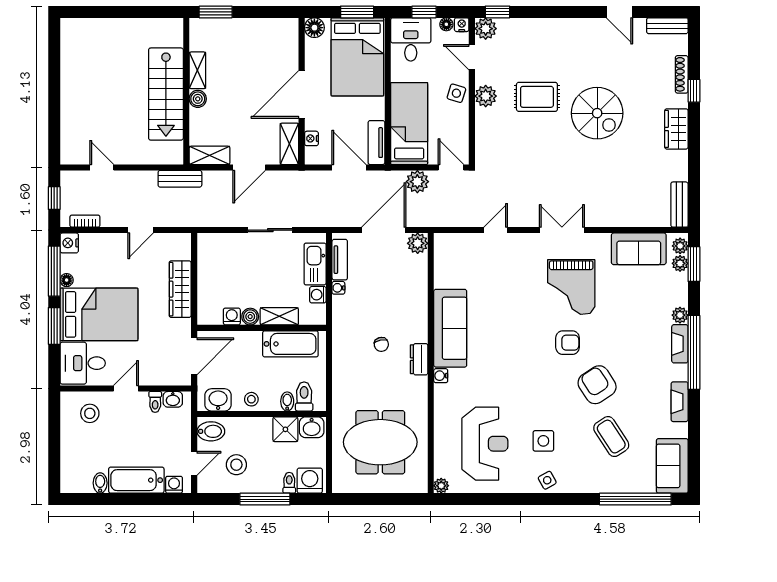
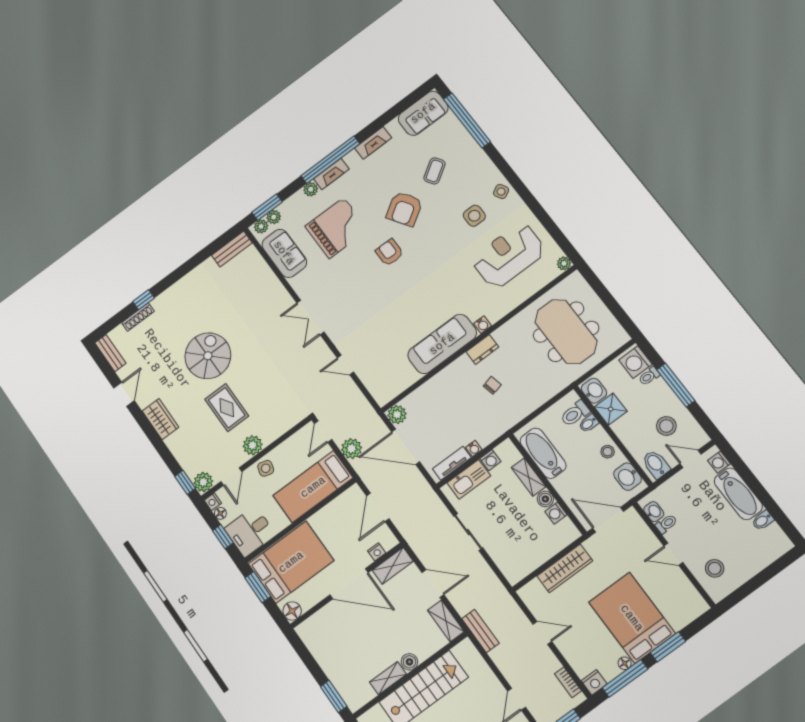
wardrobe: (676, 129) -> (160, 419), moved, turned -90
tv unit: (376, 143) -> (344, 501), removed
grand piano: (571, 287) -> (337, 228), moved
desk: (83, 363) -> (680, 603), removed
coffee table: (611, 437) -> (434, 171), width x0.73, depth x0.77

